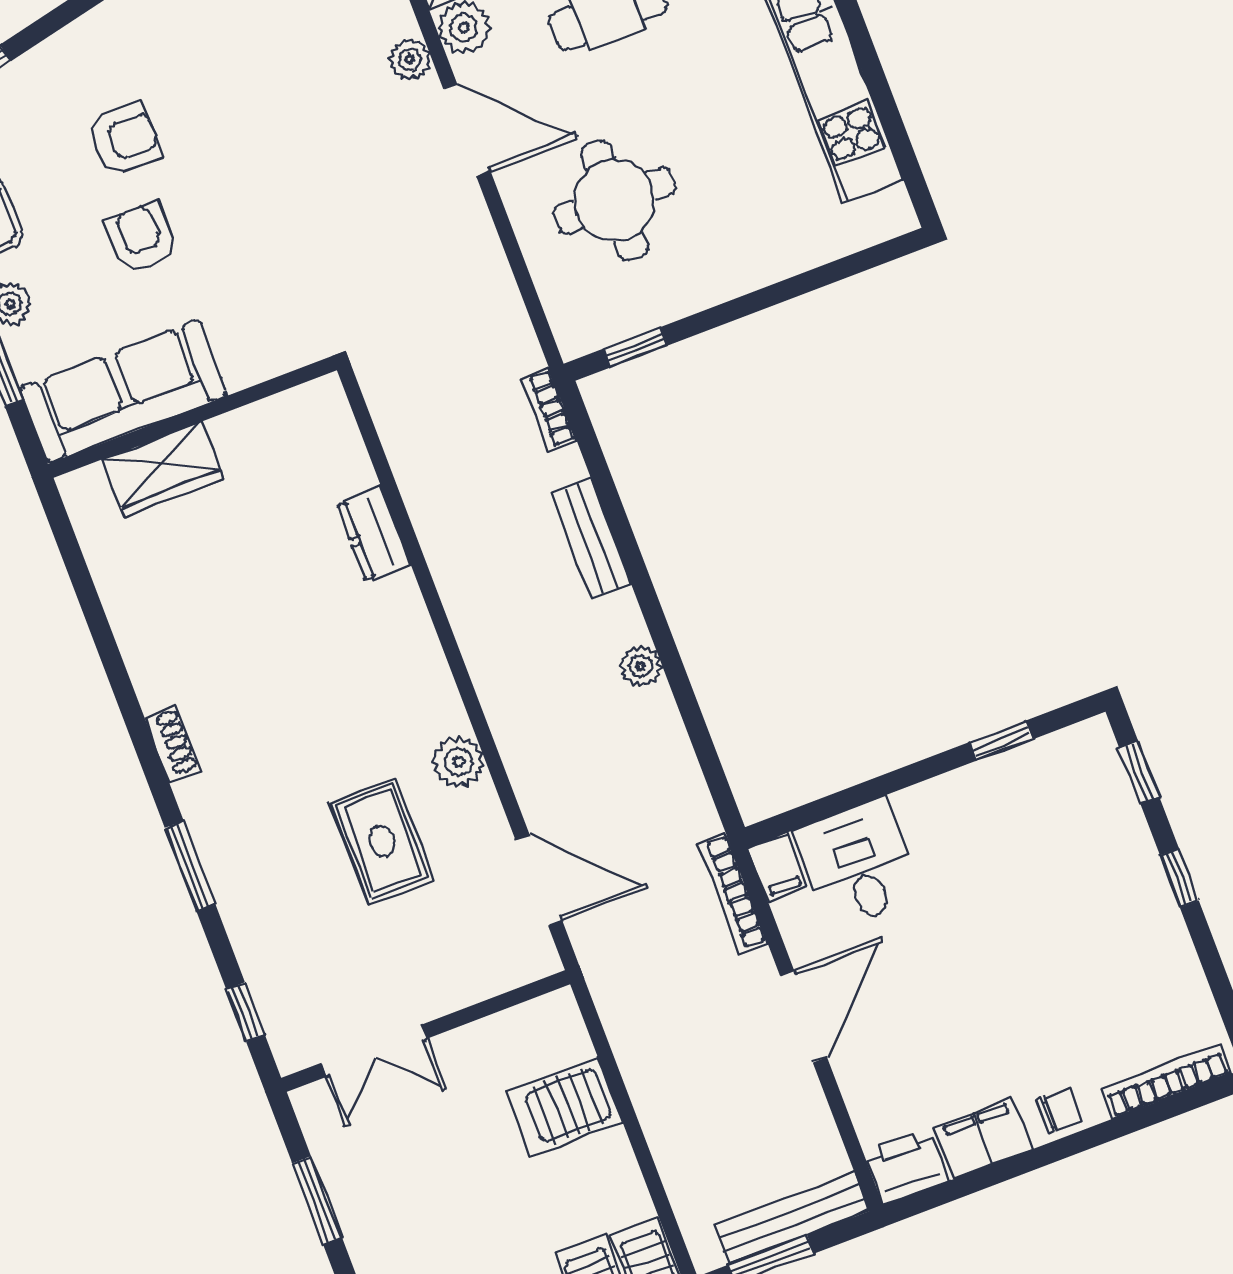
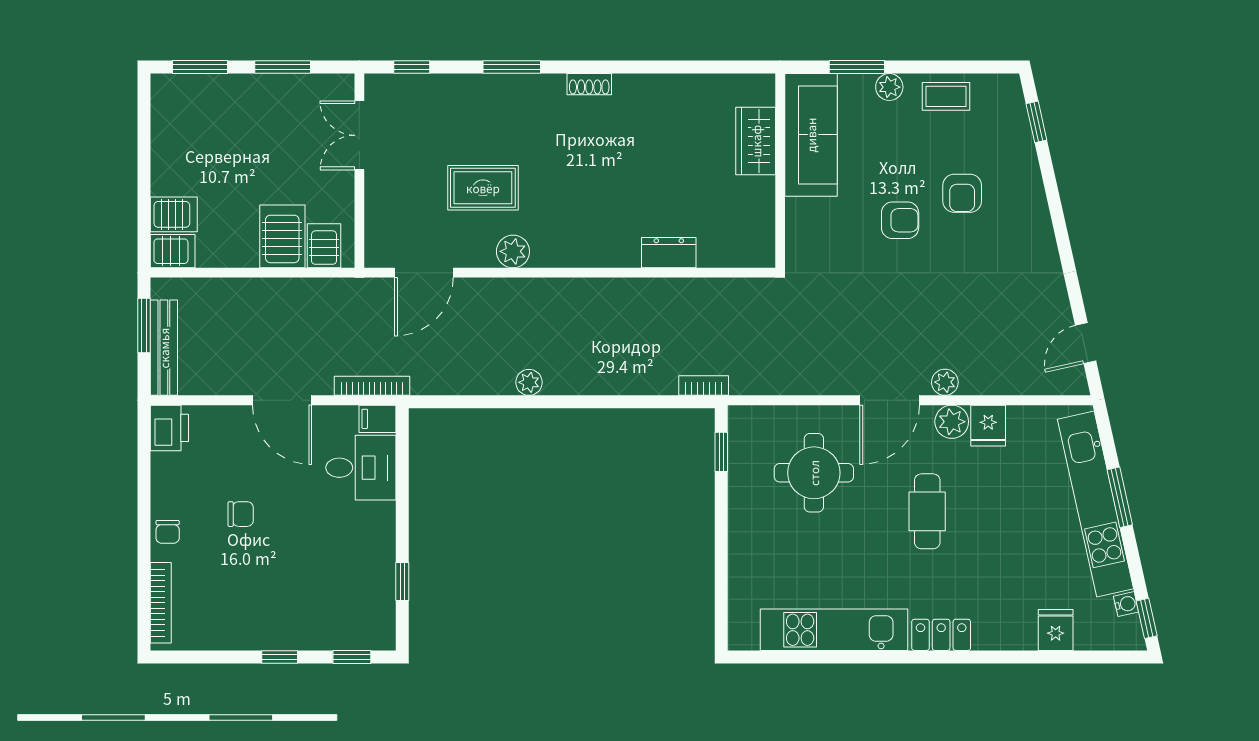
armchair: (141, 238) -> (900, 220), moved
bench: (591, 539) -> (616, 382), removed
chair: (992, 1014) -> (241, 514), added
server rack: (555, 1041) -> (324, 246), added
filing cabinet: (983, 1138) -> (168, 480), removed

